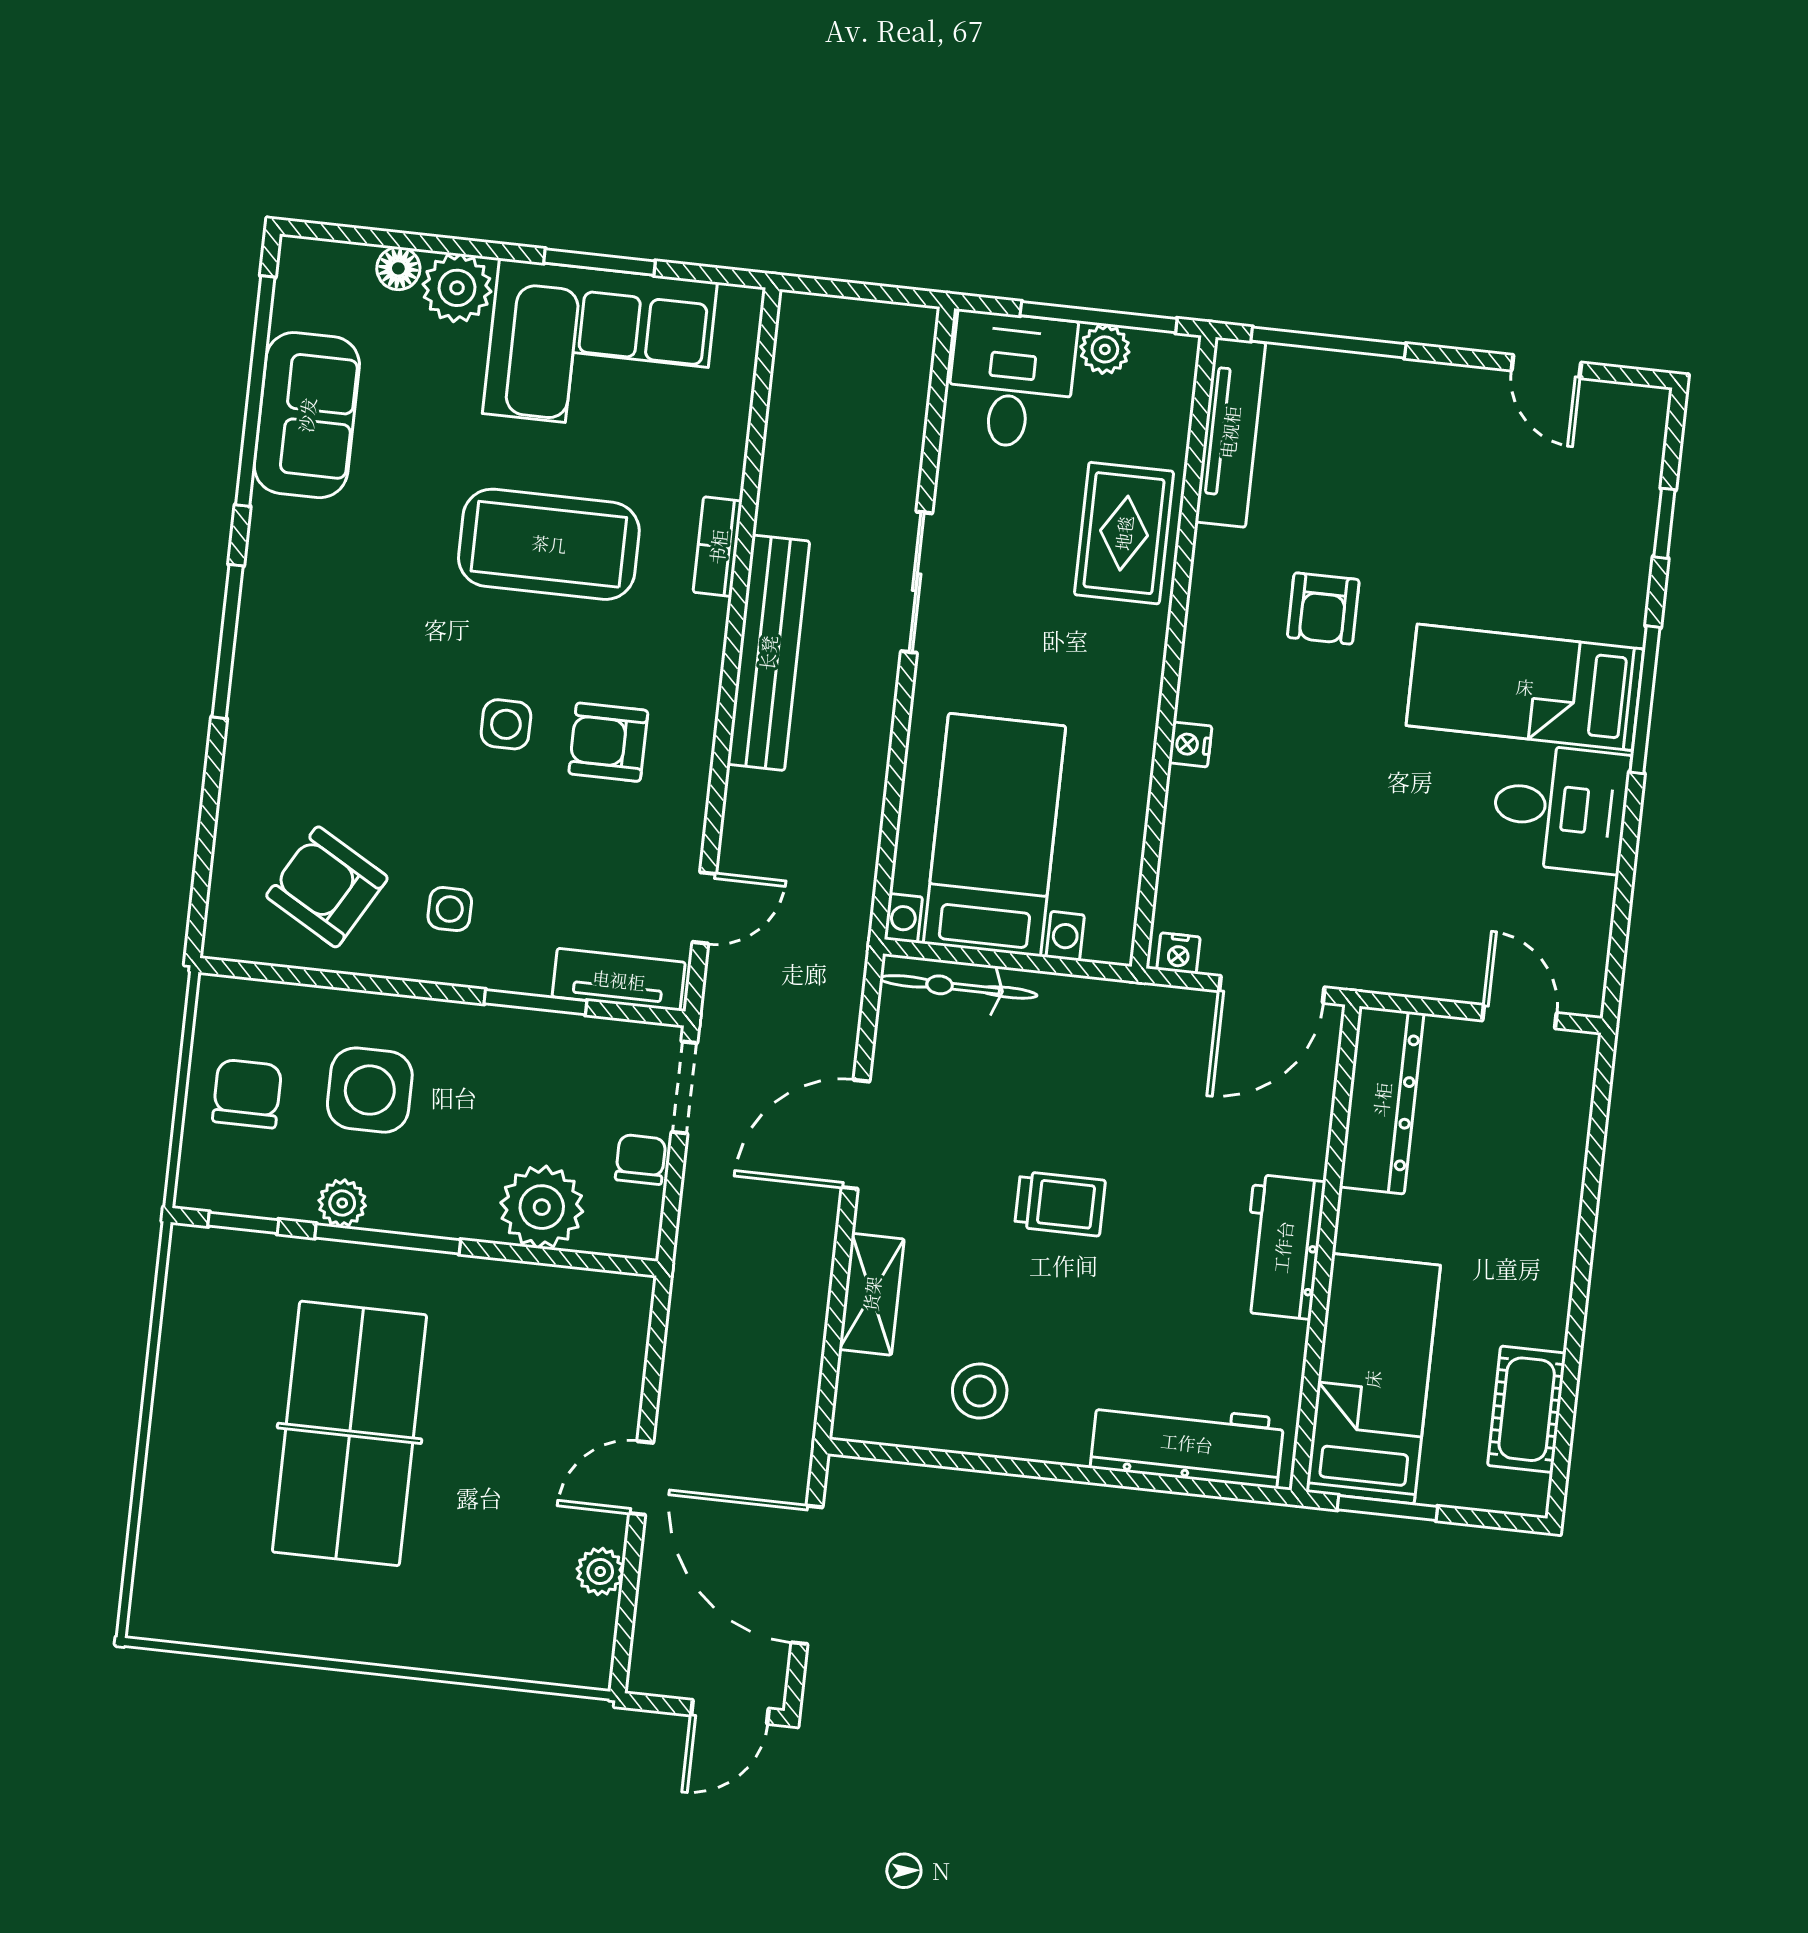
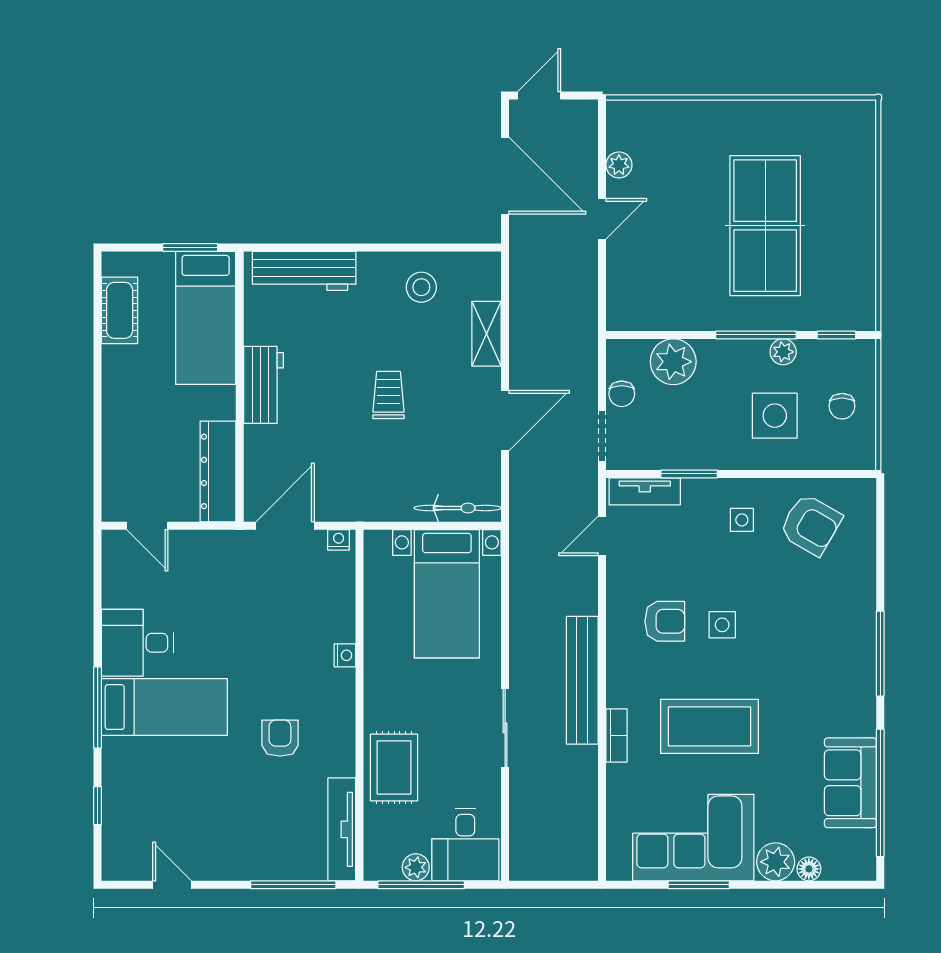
chair: (247, 1094) -> (842, 406), width x0.73, depth x0.73
trolley: (1060, 1204) -> (388, 395), turned 90

